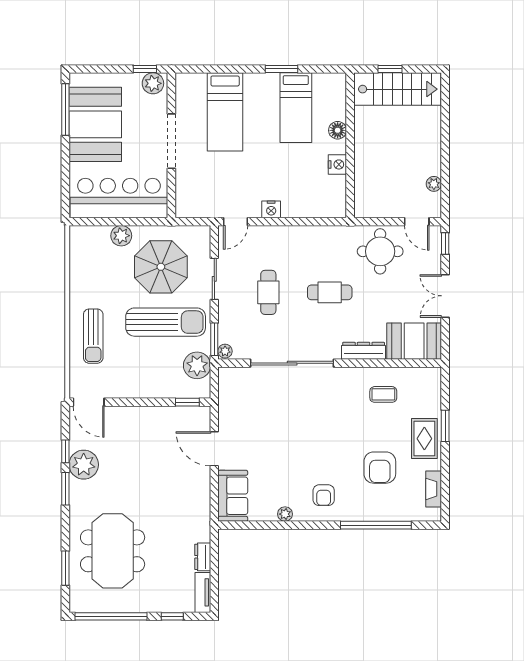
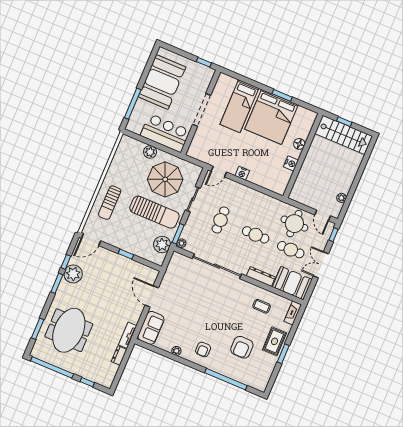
plant: (153, 83) -> (205, 72), removed
bed: (296, 108) -> (271, 117), width x2.04
window: (65, 109) -> (133, 104), moved
bar counter: (119, 198) -> (165, 133), width x0.73
cafe table: (391, 292) -> (291, 250), added
door: (89, 402) -> (91, 239), hinge flipped
window: (187, 402) -> (126, 254), moved
window: (445, 426) -> (283, 354), moved
fireplace: (434, 489) -> (293, 313), moved
tv unit: (203, 592) -> (128, 335), moved

